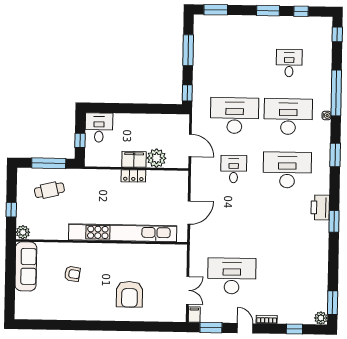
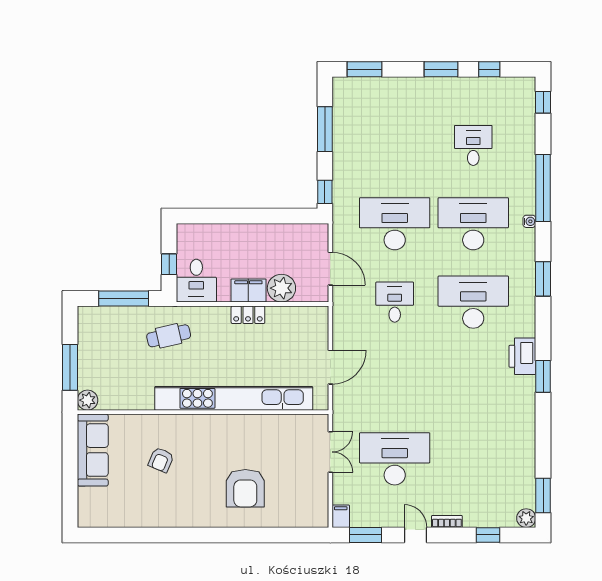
desk: (99, 128) -> (196, 281), moved, turned 180
cafe table: (49, 190) -> (169, 336), moved
window: (11, 210) -> (70, 367), width x2.17
armchair: (72, 274) -> (161, 460), turned 105
double door: (188, 290) -> (330, 452), moved

